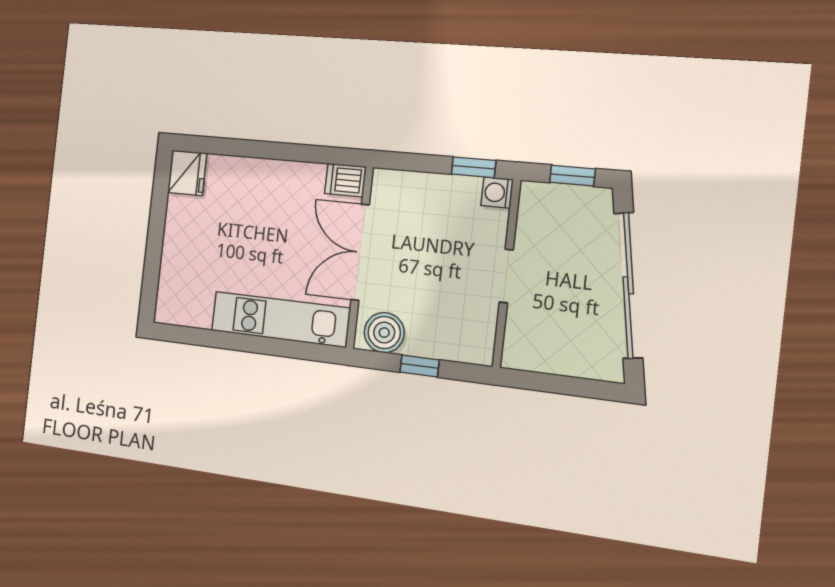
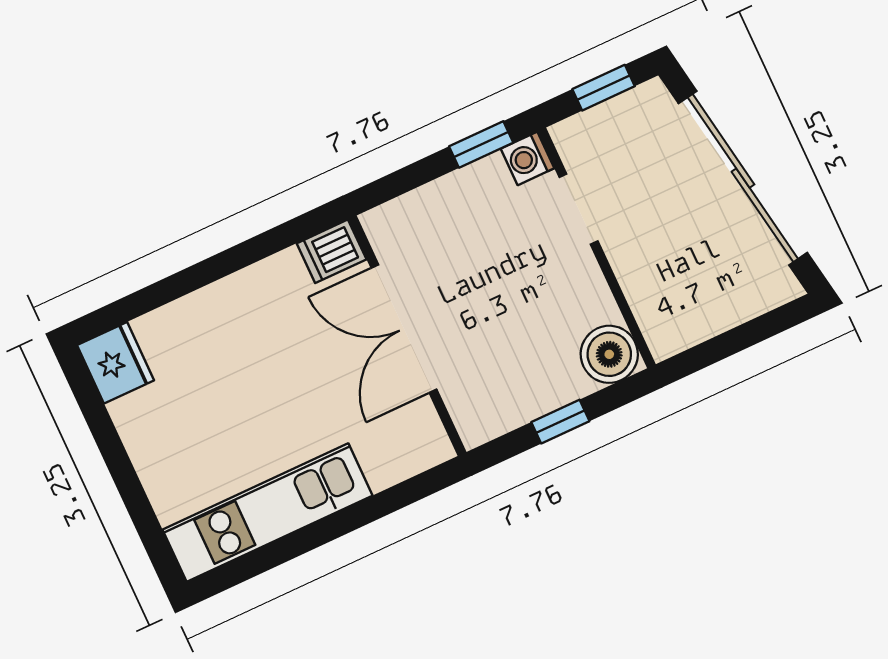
doorway: (506, 276) -> (579, 209), moved
kitchen unit: (280, 319) -> (268, 513), moved
boiler: (384, 333) -> (609, 354), moved

